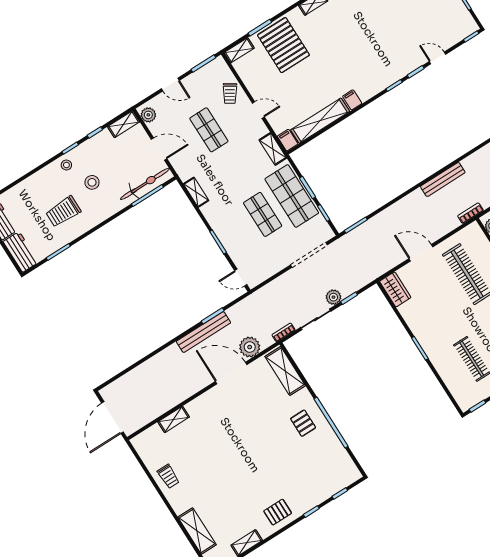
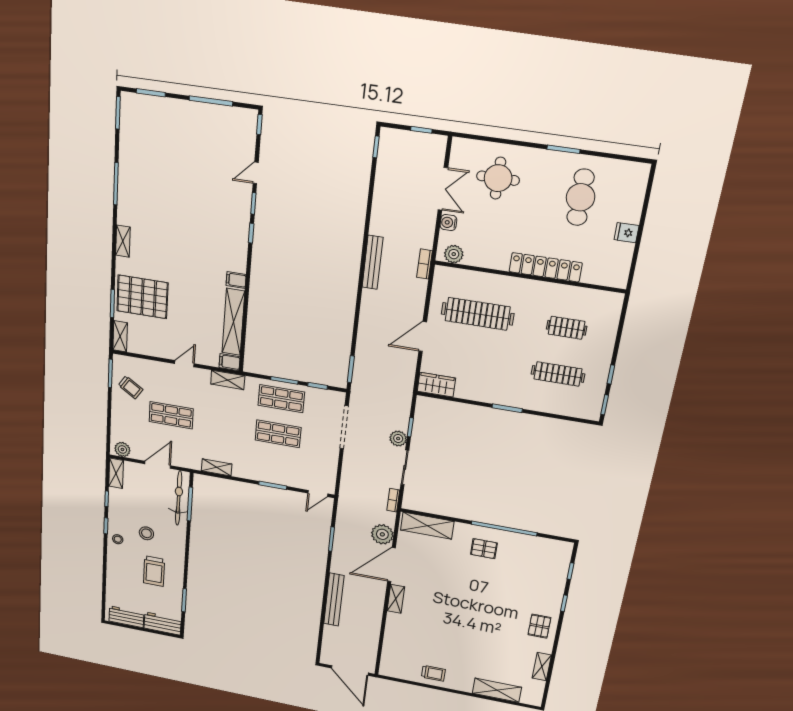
door: (170, 85) -> (109, 413), removed
trolley: (230, 93) -> (130, 387), moved
shop shelf: (292, 196) -> (281, 399), width x0.70, depth x0.74
bench: (203, 332) -> (334, 600), moved
shelving: (174, 419) -> (396, 599), moved

